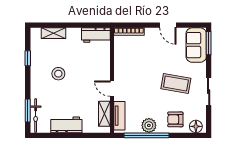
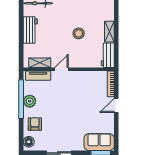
door: (168, 25) -> (116, 105), moved
shelving: (53, 33) -> (109, 32), moved
stool: (58, 74) -> (79, 33), moved
coffee table: (176, 84) -> (66, 125), removed

